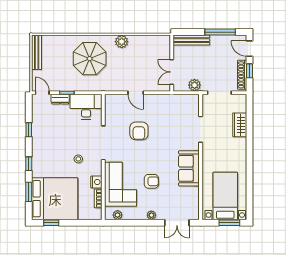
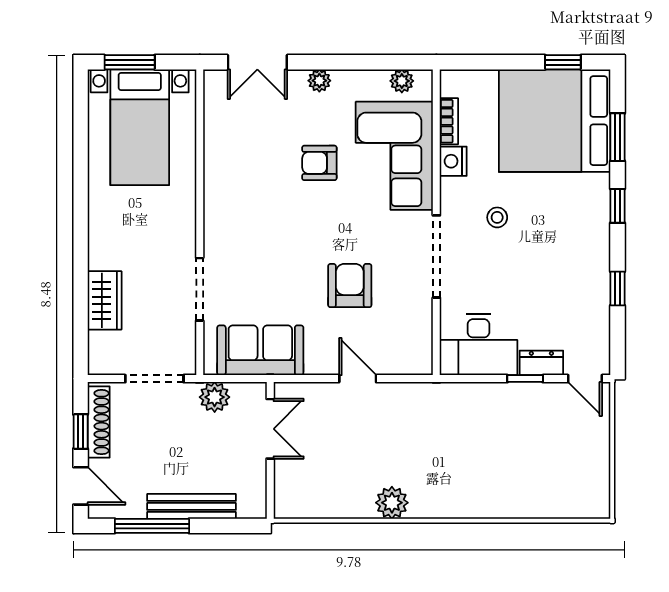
bench: (191, 40) -> (192, 506), moved
bench: (37, 52) -> (599, 477), removed
parasol: (90, 59) -> (470, 461), removed
sofa: (189, 168) -> (260, 350), moved, turned -90
double door: (177, 223) -> (257, 62), swing flipped

